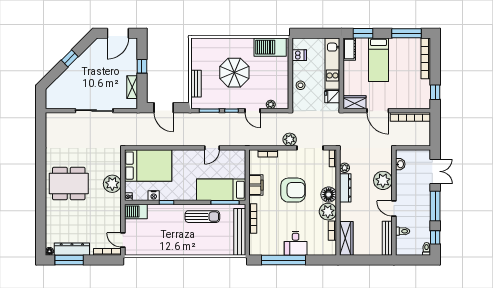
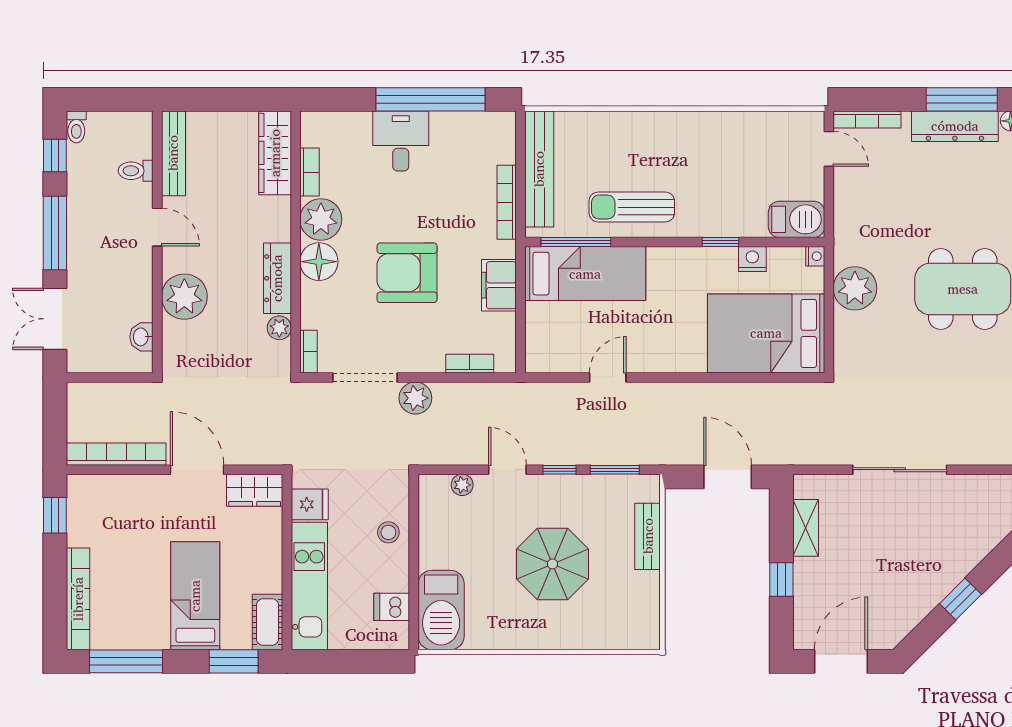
barbecue: (270, 47) -> (441, 610), moved, turned 90

